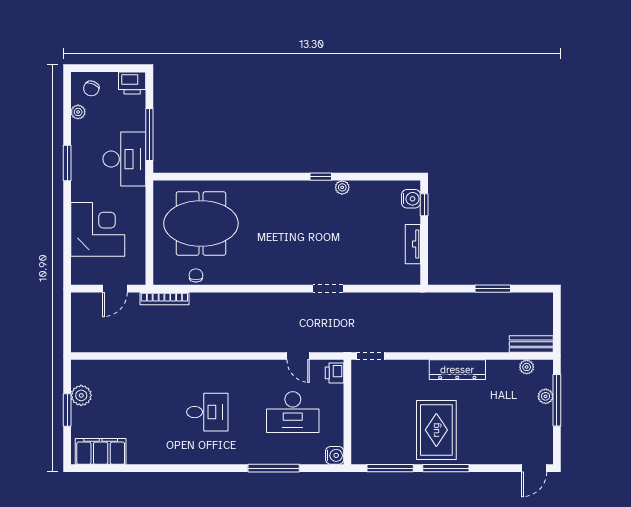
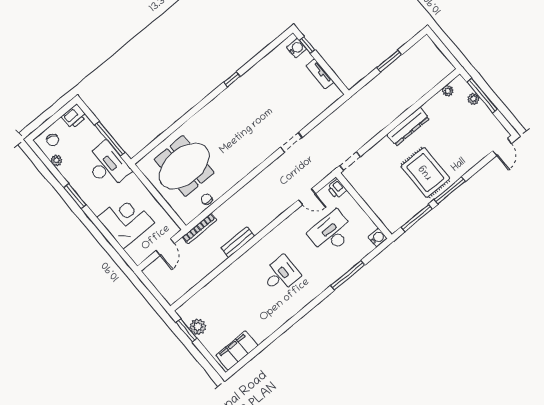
plant: (342, 187) -> (250, 75), removed
bench: (531, 344) -> (238, 242), moved
window: (67, 410) -> (187, 330), moved
desk: (293, 412) -> (331, 233), turned 180

